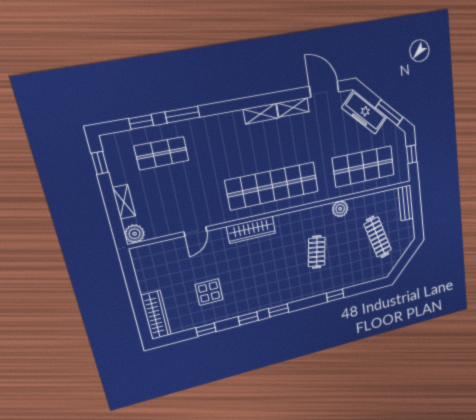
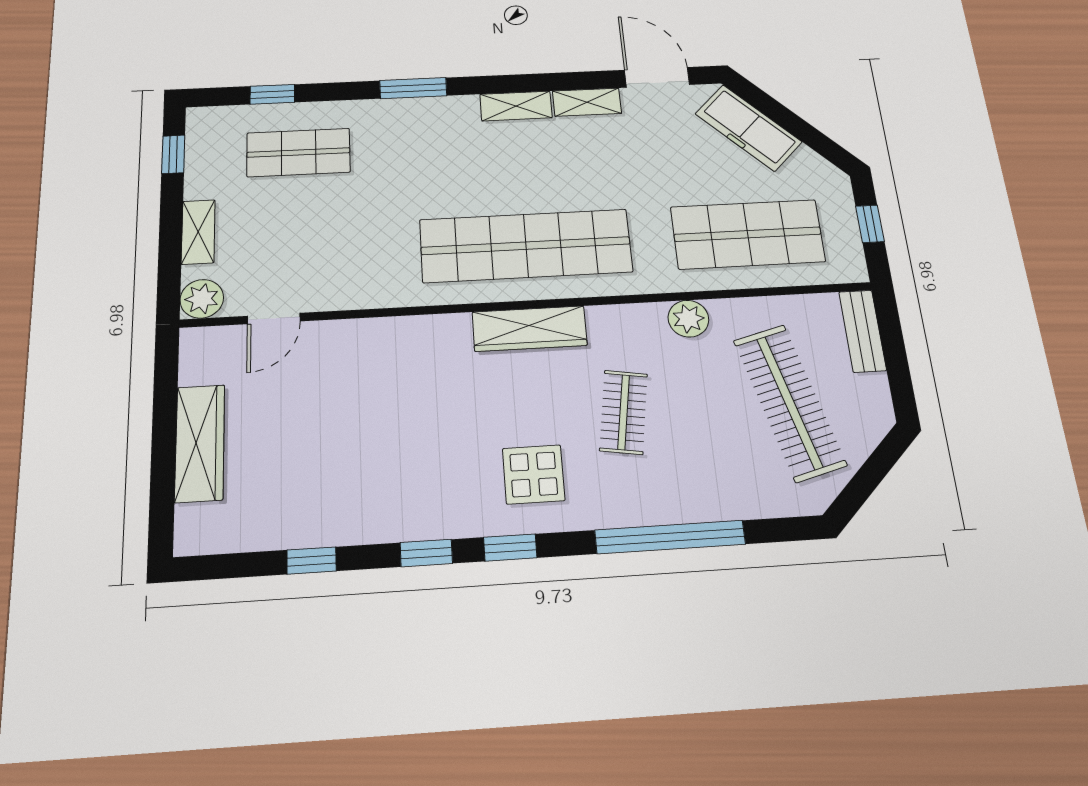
window: (389, 113) -> (808, 134), removed
window: (182, 115) -> (413, 88), moved
wardrobe: (251, 230) -> (530, 329), moved
door: (195, 231) -> (274, 319), moved
clothes rail: (378, 237) -> (789, 402), width x1.37, depth x1.31
display table: (209, 292) -> (534, 474), moved
window: (335, 295) -> (670, 537), width x3.17
wardrobe: (156, 315) -> (200, 443), moved

